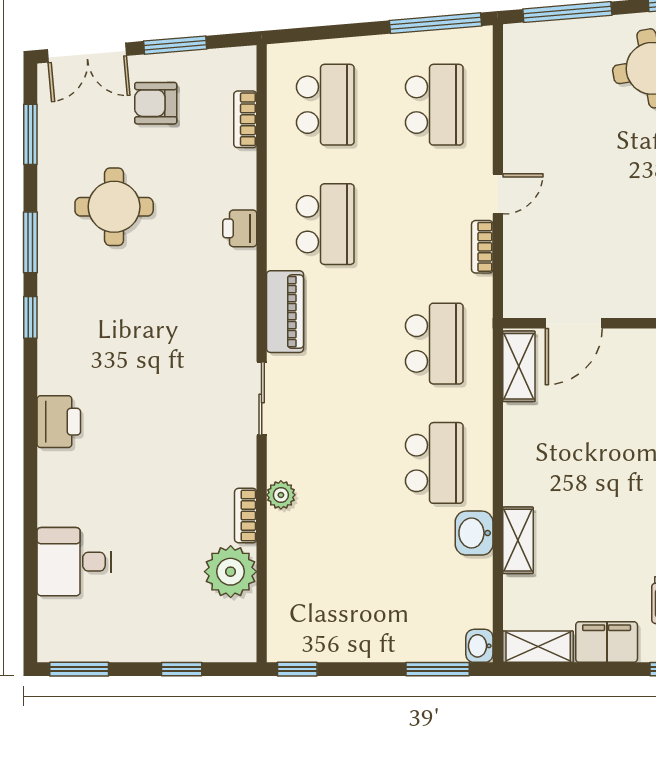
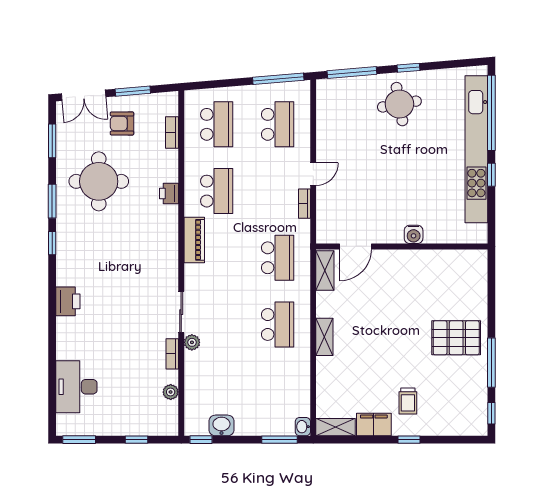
round table: (114, 207) -> (99, 181), width x1.36, depth x1.36
sliding door: (262, 398) -> (181, 312), moved
washbasin: (474, 533) -> (221, 425), moved, turned 90
shelving: (518, 540) -> (324, 337), moved
desk: (74, 562) -> (76, 387), width x1.37
plant: (231, 572) -> (171, 392), width x0.53, depth x0.53

